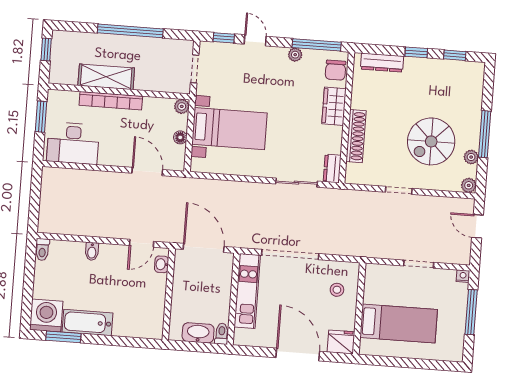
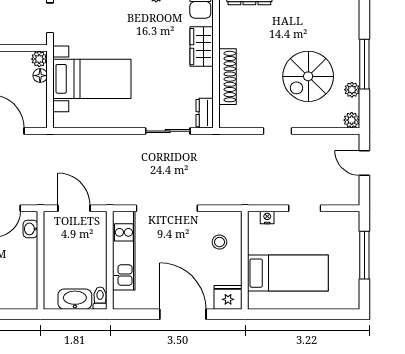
floor lamp: (180, 137) -> (40, 76), moved
door: (204, 248) -> (74, 208), width x0.73
nightstand: (463, 276) -> (267, 217), moved

